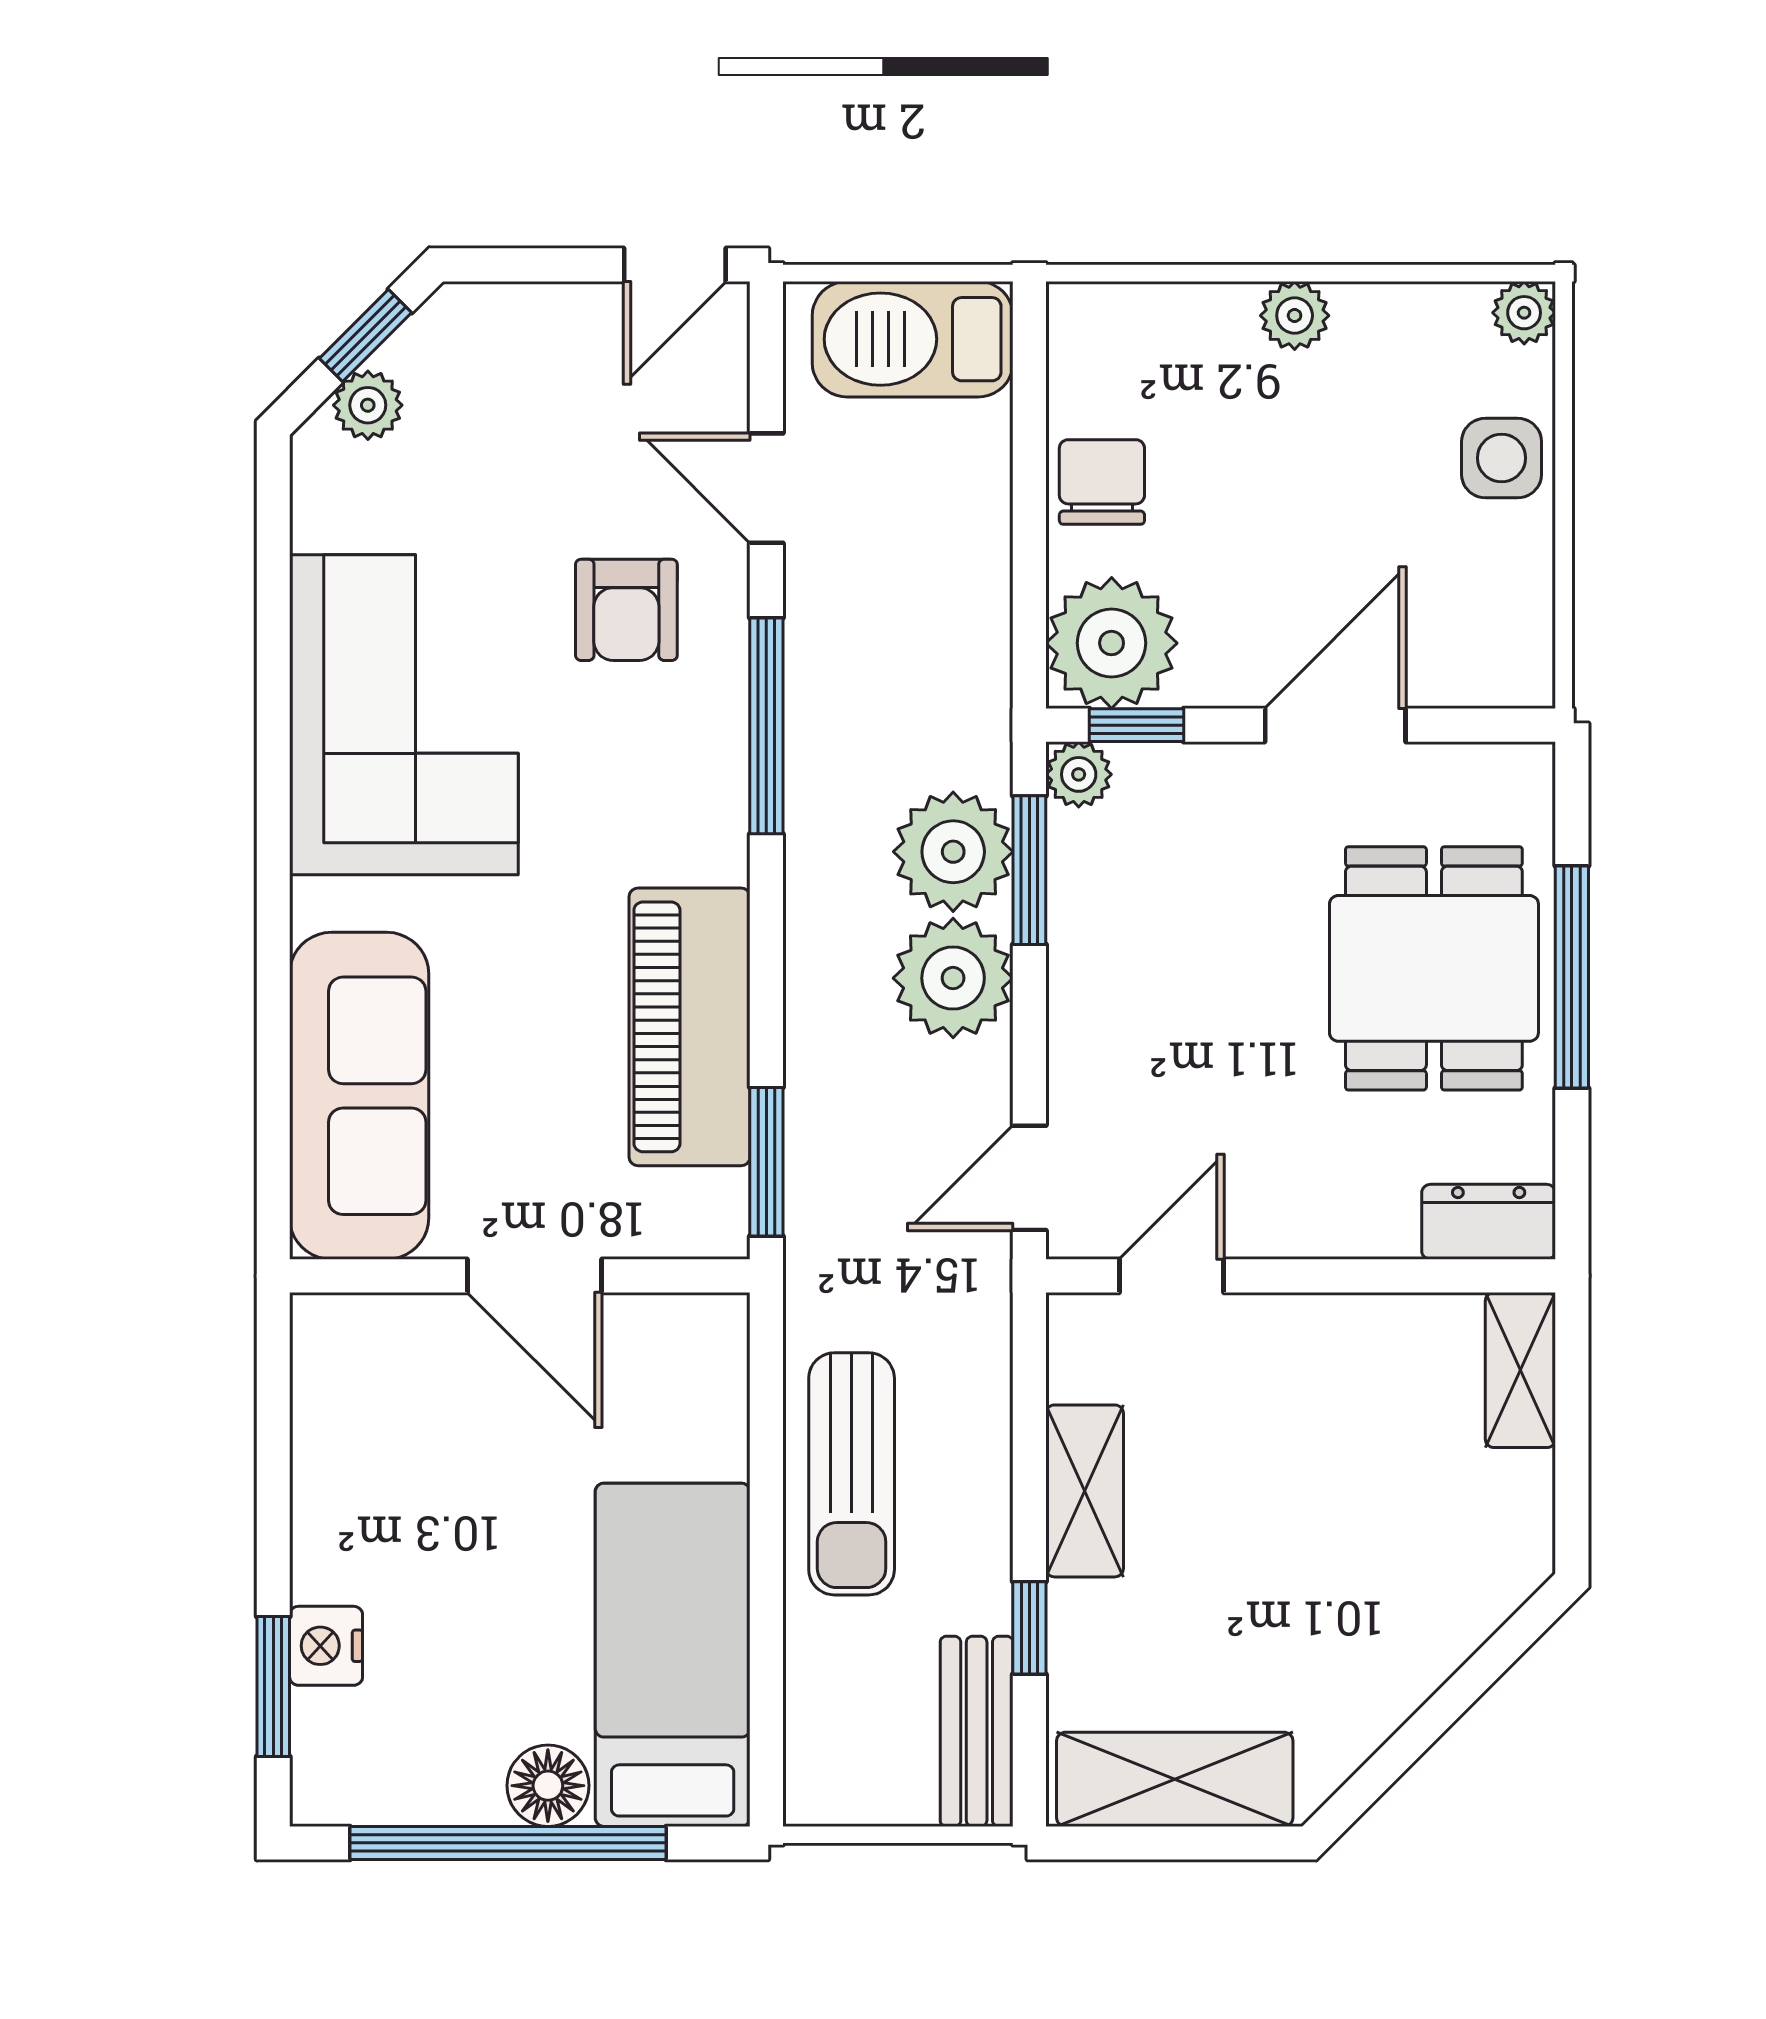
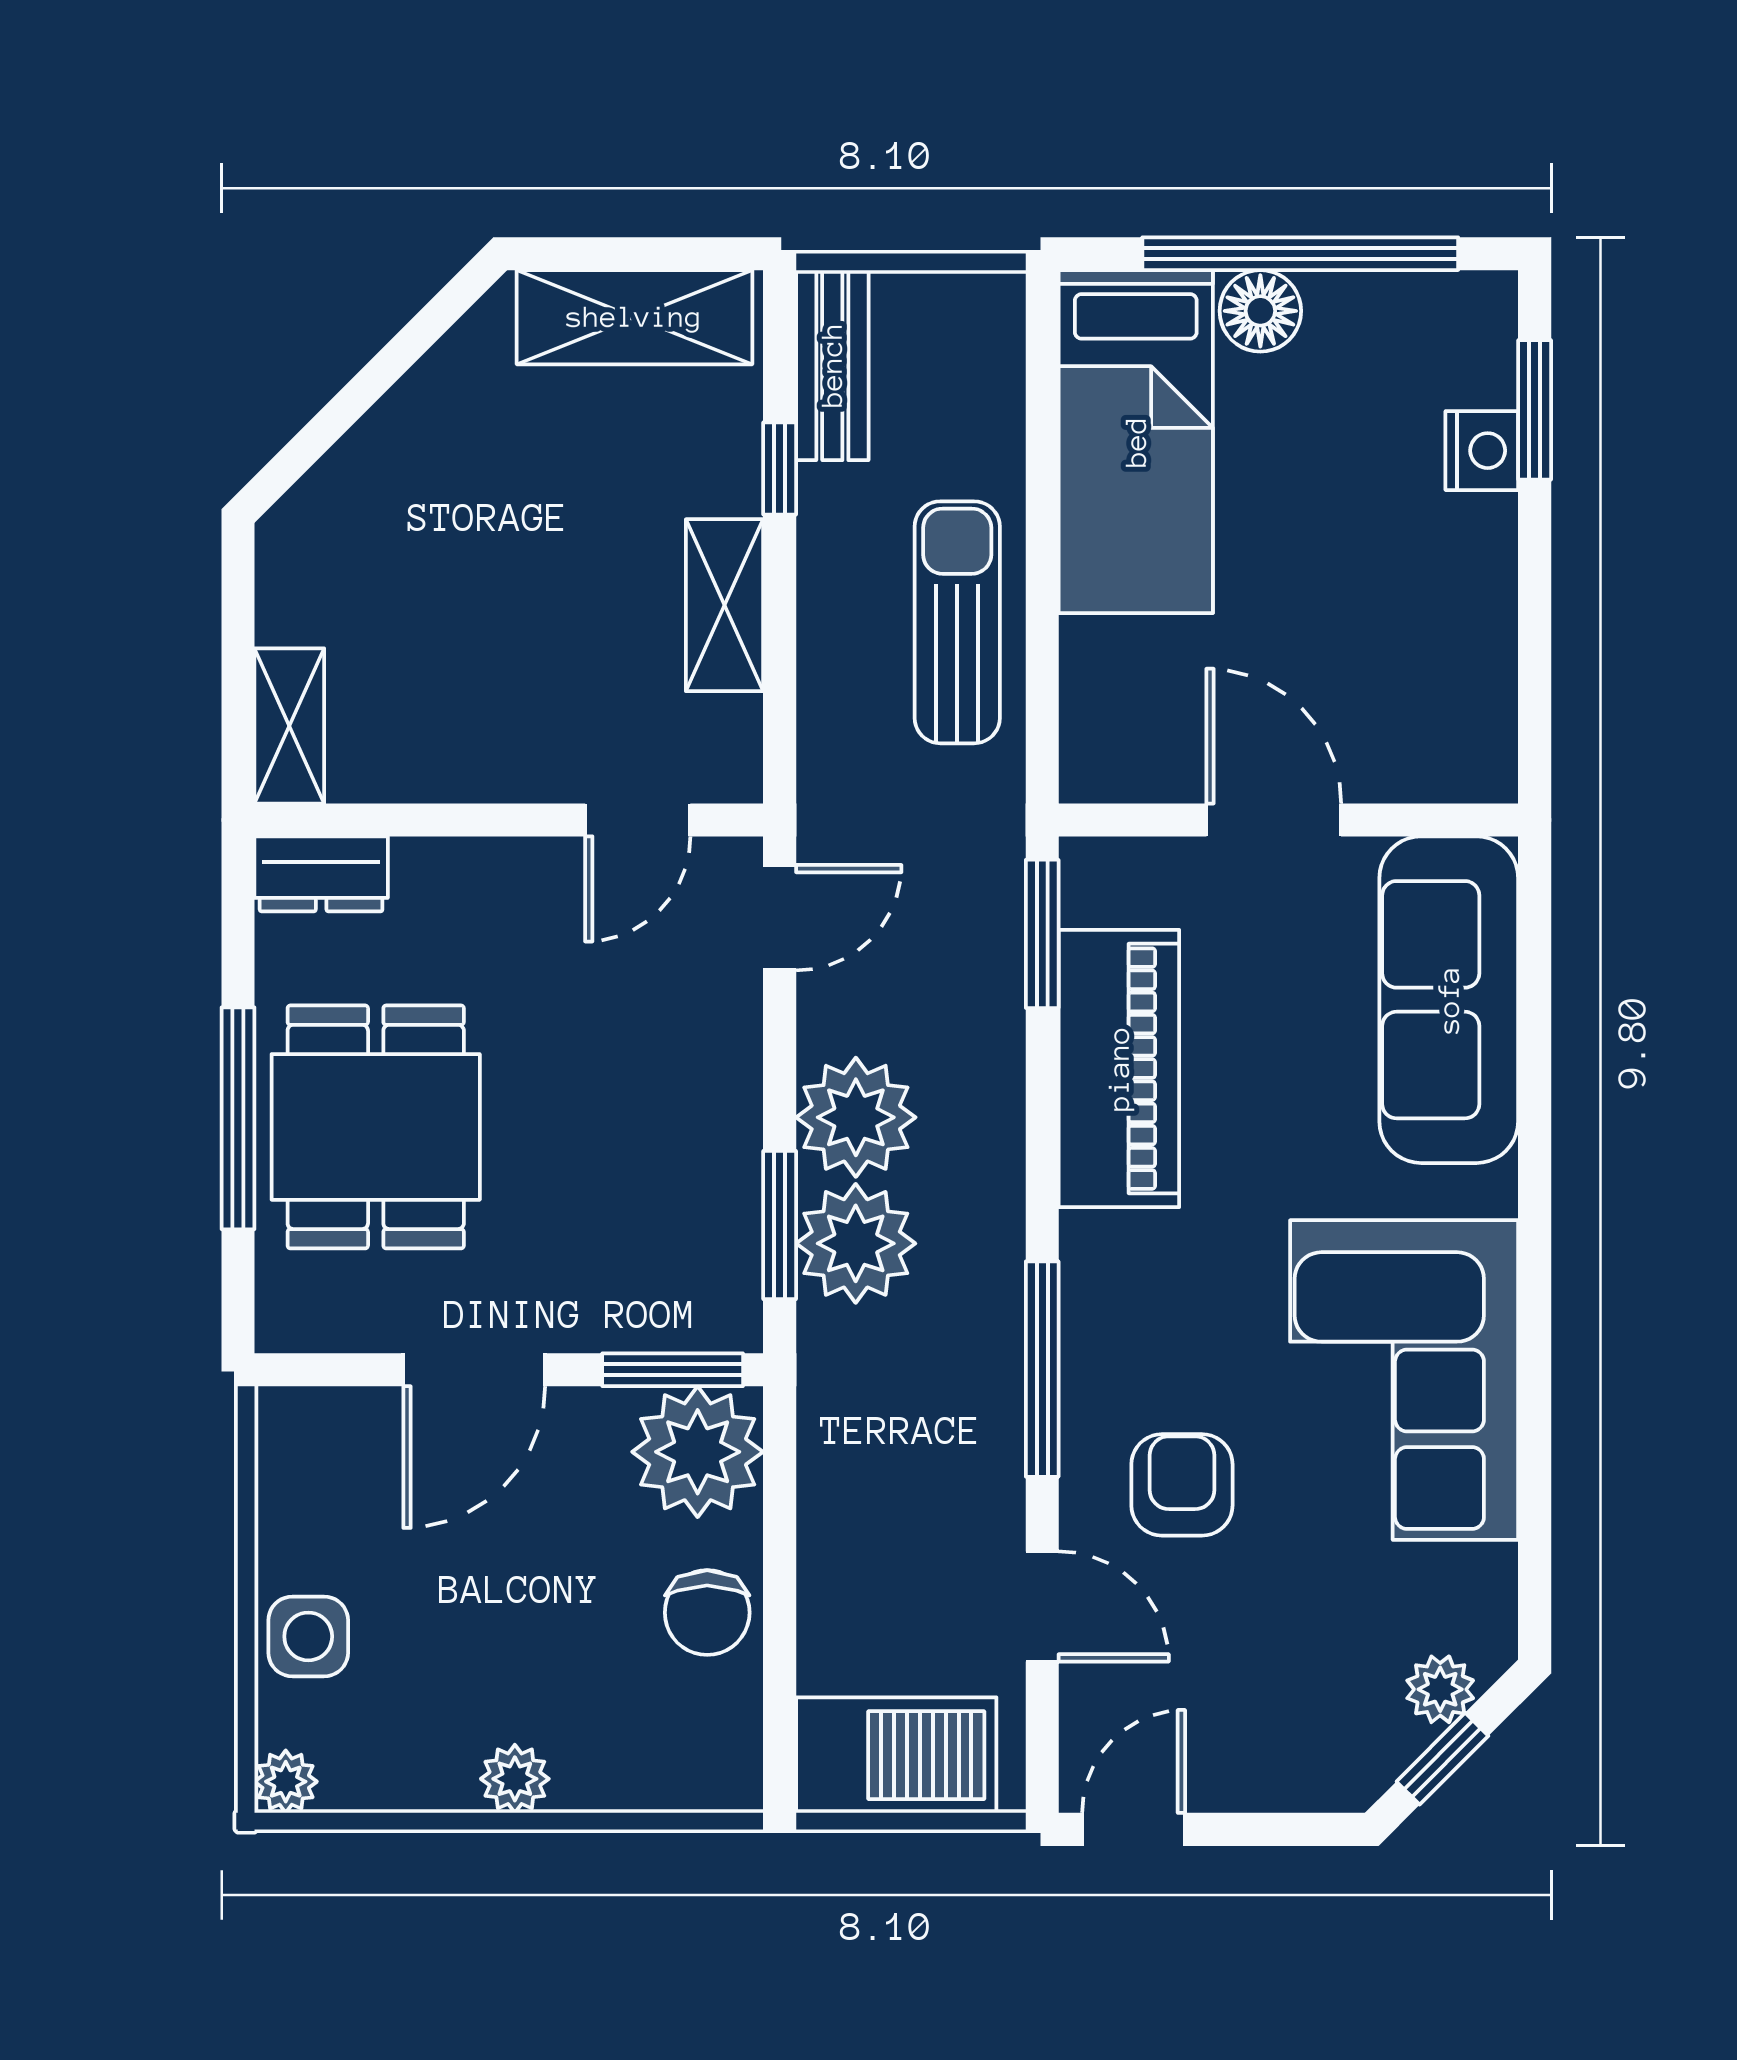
window: (1137, 725) -> (673, 1370), width x1.50
plant: (1079, 774) -> (730, 1321), removed

